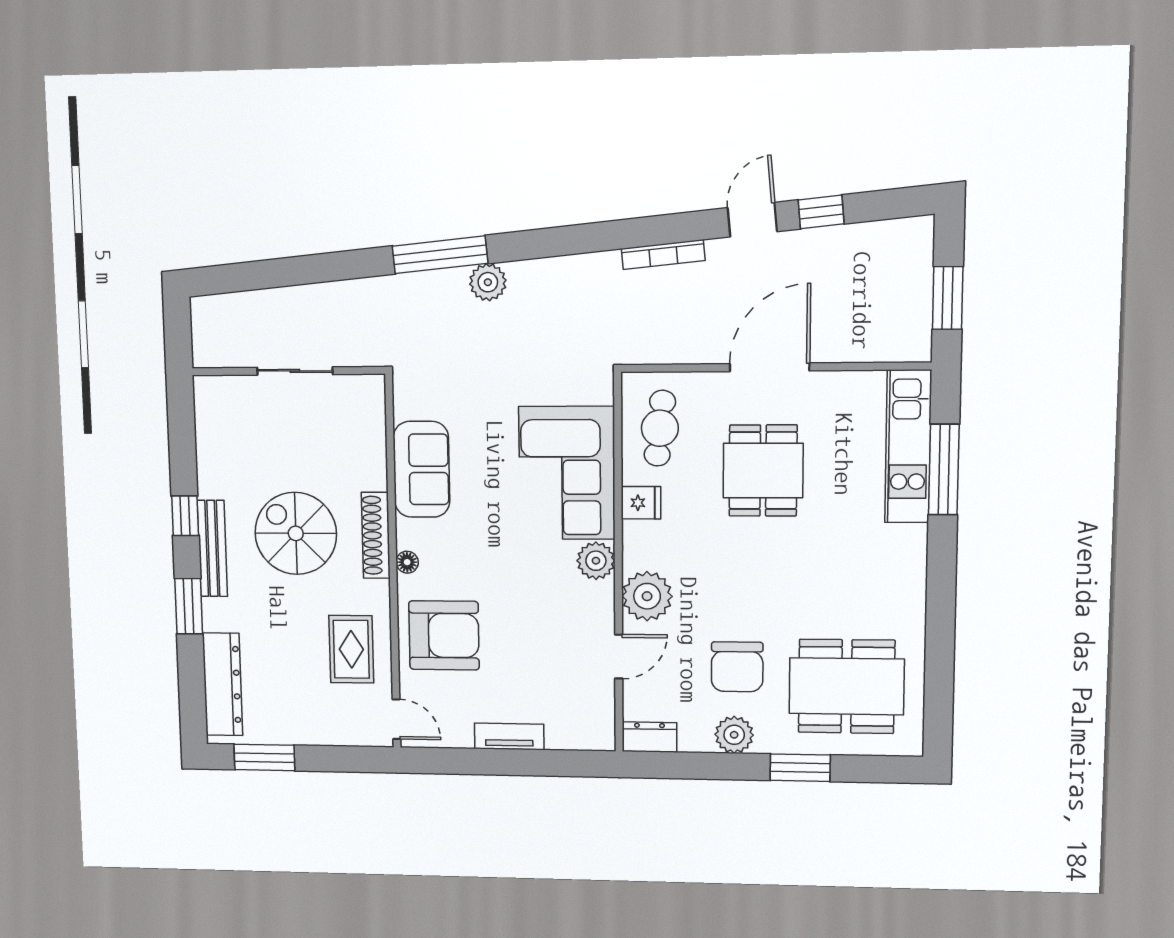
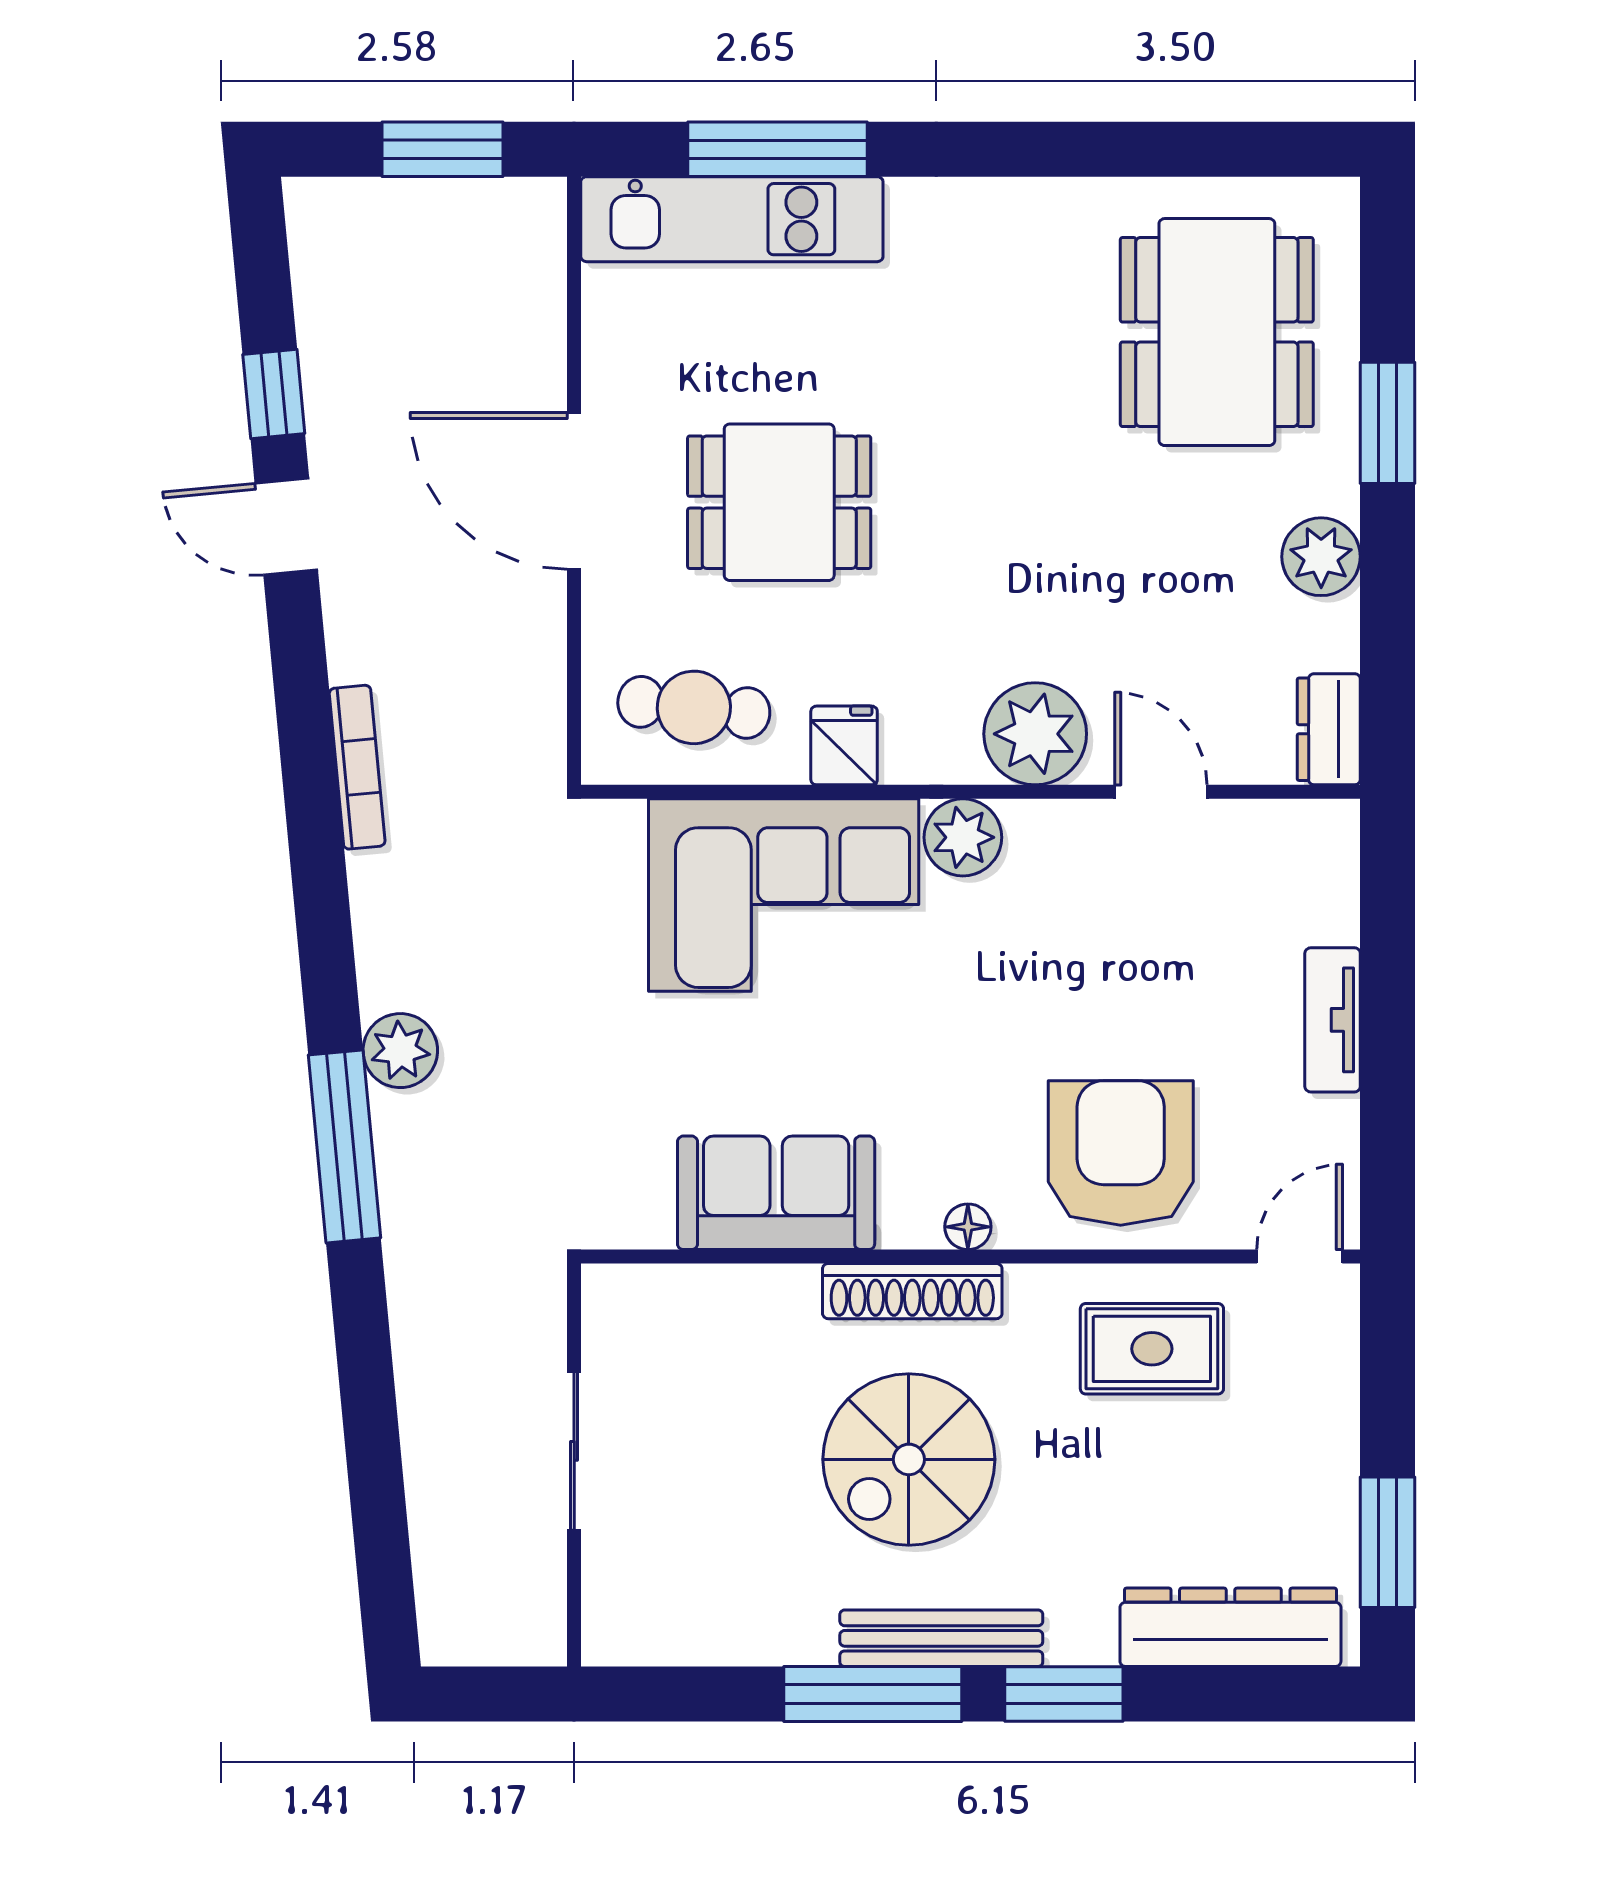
bookcase: (663, 254) -> (357, 767), moved
window: (185, 516) -> (873, 1694), width x2.17
chair: (737, 667) -> (1179, 551), removed

